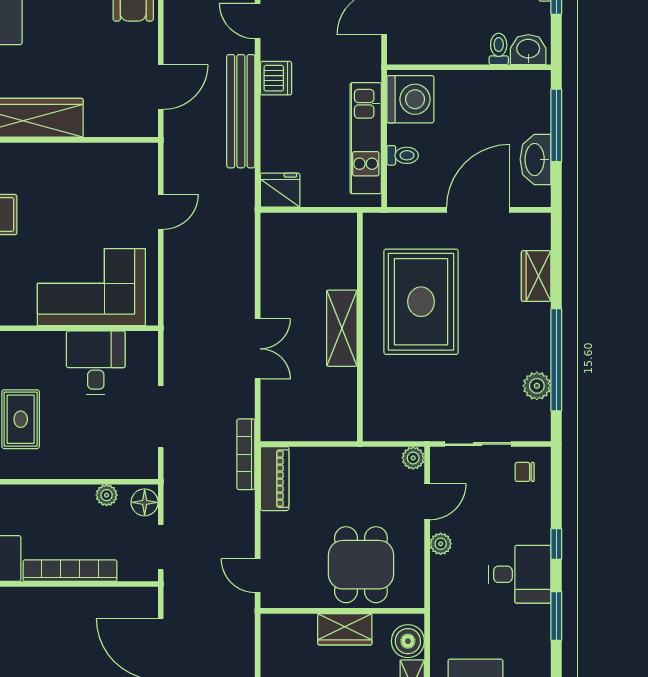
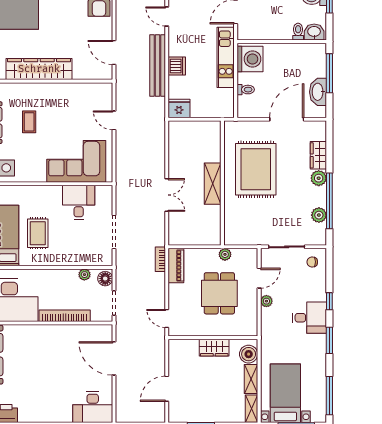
dishwasher: (276, 78) -> (177, 66), moved
door: (161, 87) -> (114, 52), swing flipped
kitchen unit: (366, 138) -> (226, 57), moved
door: (161, 212) -> (114, 120), swing flipped
plant: (537, 318) -> (319, 178), added
bookcase: (246, 454) -> (160, 259), width x0.64
plant: (413, 458) -> (225, 254), moved
dining table: (361, 565) -> (219, 293), moved

